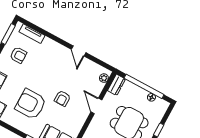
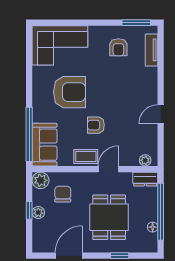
armchair: (31, 104) -> (70, 92), turned 90
coffee table: (80, 117) -> (86, 157), added

